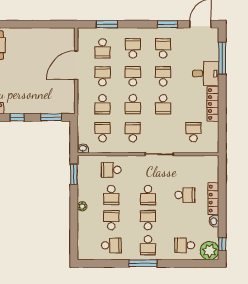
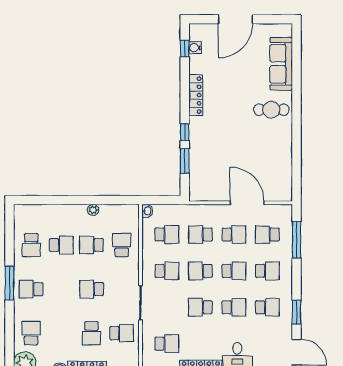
window: (107, 24) -> (296, 240), width x1.44
window: (51, 117) -> (185, 161), moved
window: (74, 174) -> (116, 200), removed
plant: (82, 206) -> (93, 210), moved
school desk: (148, 220) -> (122, 333), moved

